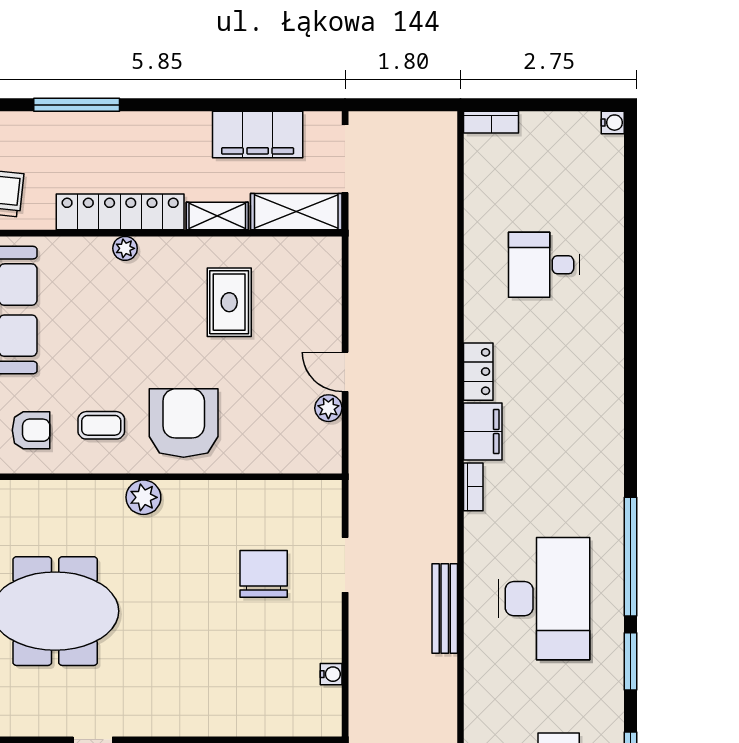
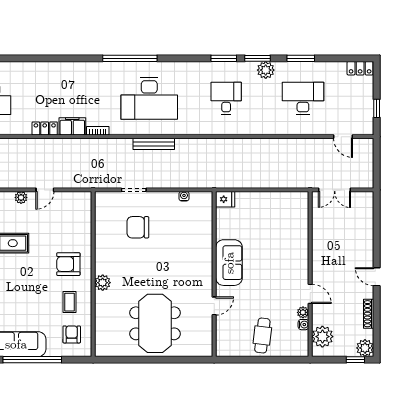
plant: (328, 408) -> (21, 197), moved
armchair: (184, 423) -> (68, 264), width x0.73, depth x0.73
desk: (544, 599) -> (149, 98), turned 180
window: (630, 661) -> (178, 58), removed

